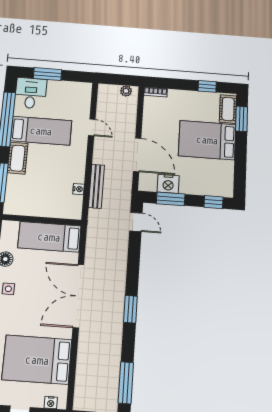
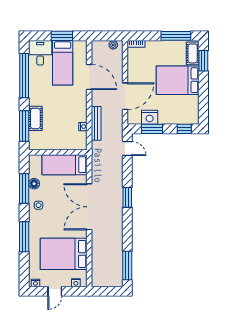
window: (47, 74) -> (62, 36), moved
window: (207, 86) -> (176, 36), width x2.17
door: (92, 127) -> (89, 77), width x1.87
bed: (41, 131) -> (63, 63), moved, turned 90
door: (137, 155) -> (125, 96), hinge flipped
cot: (18, 158) -> (35, 118), moved
window: (130, 309) -> (127, 197), moved

